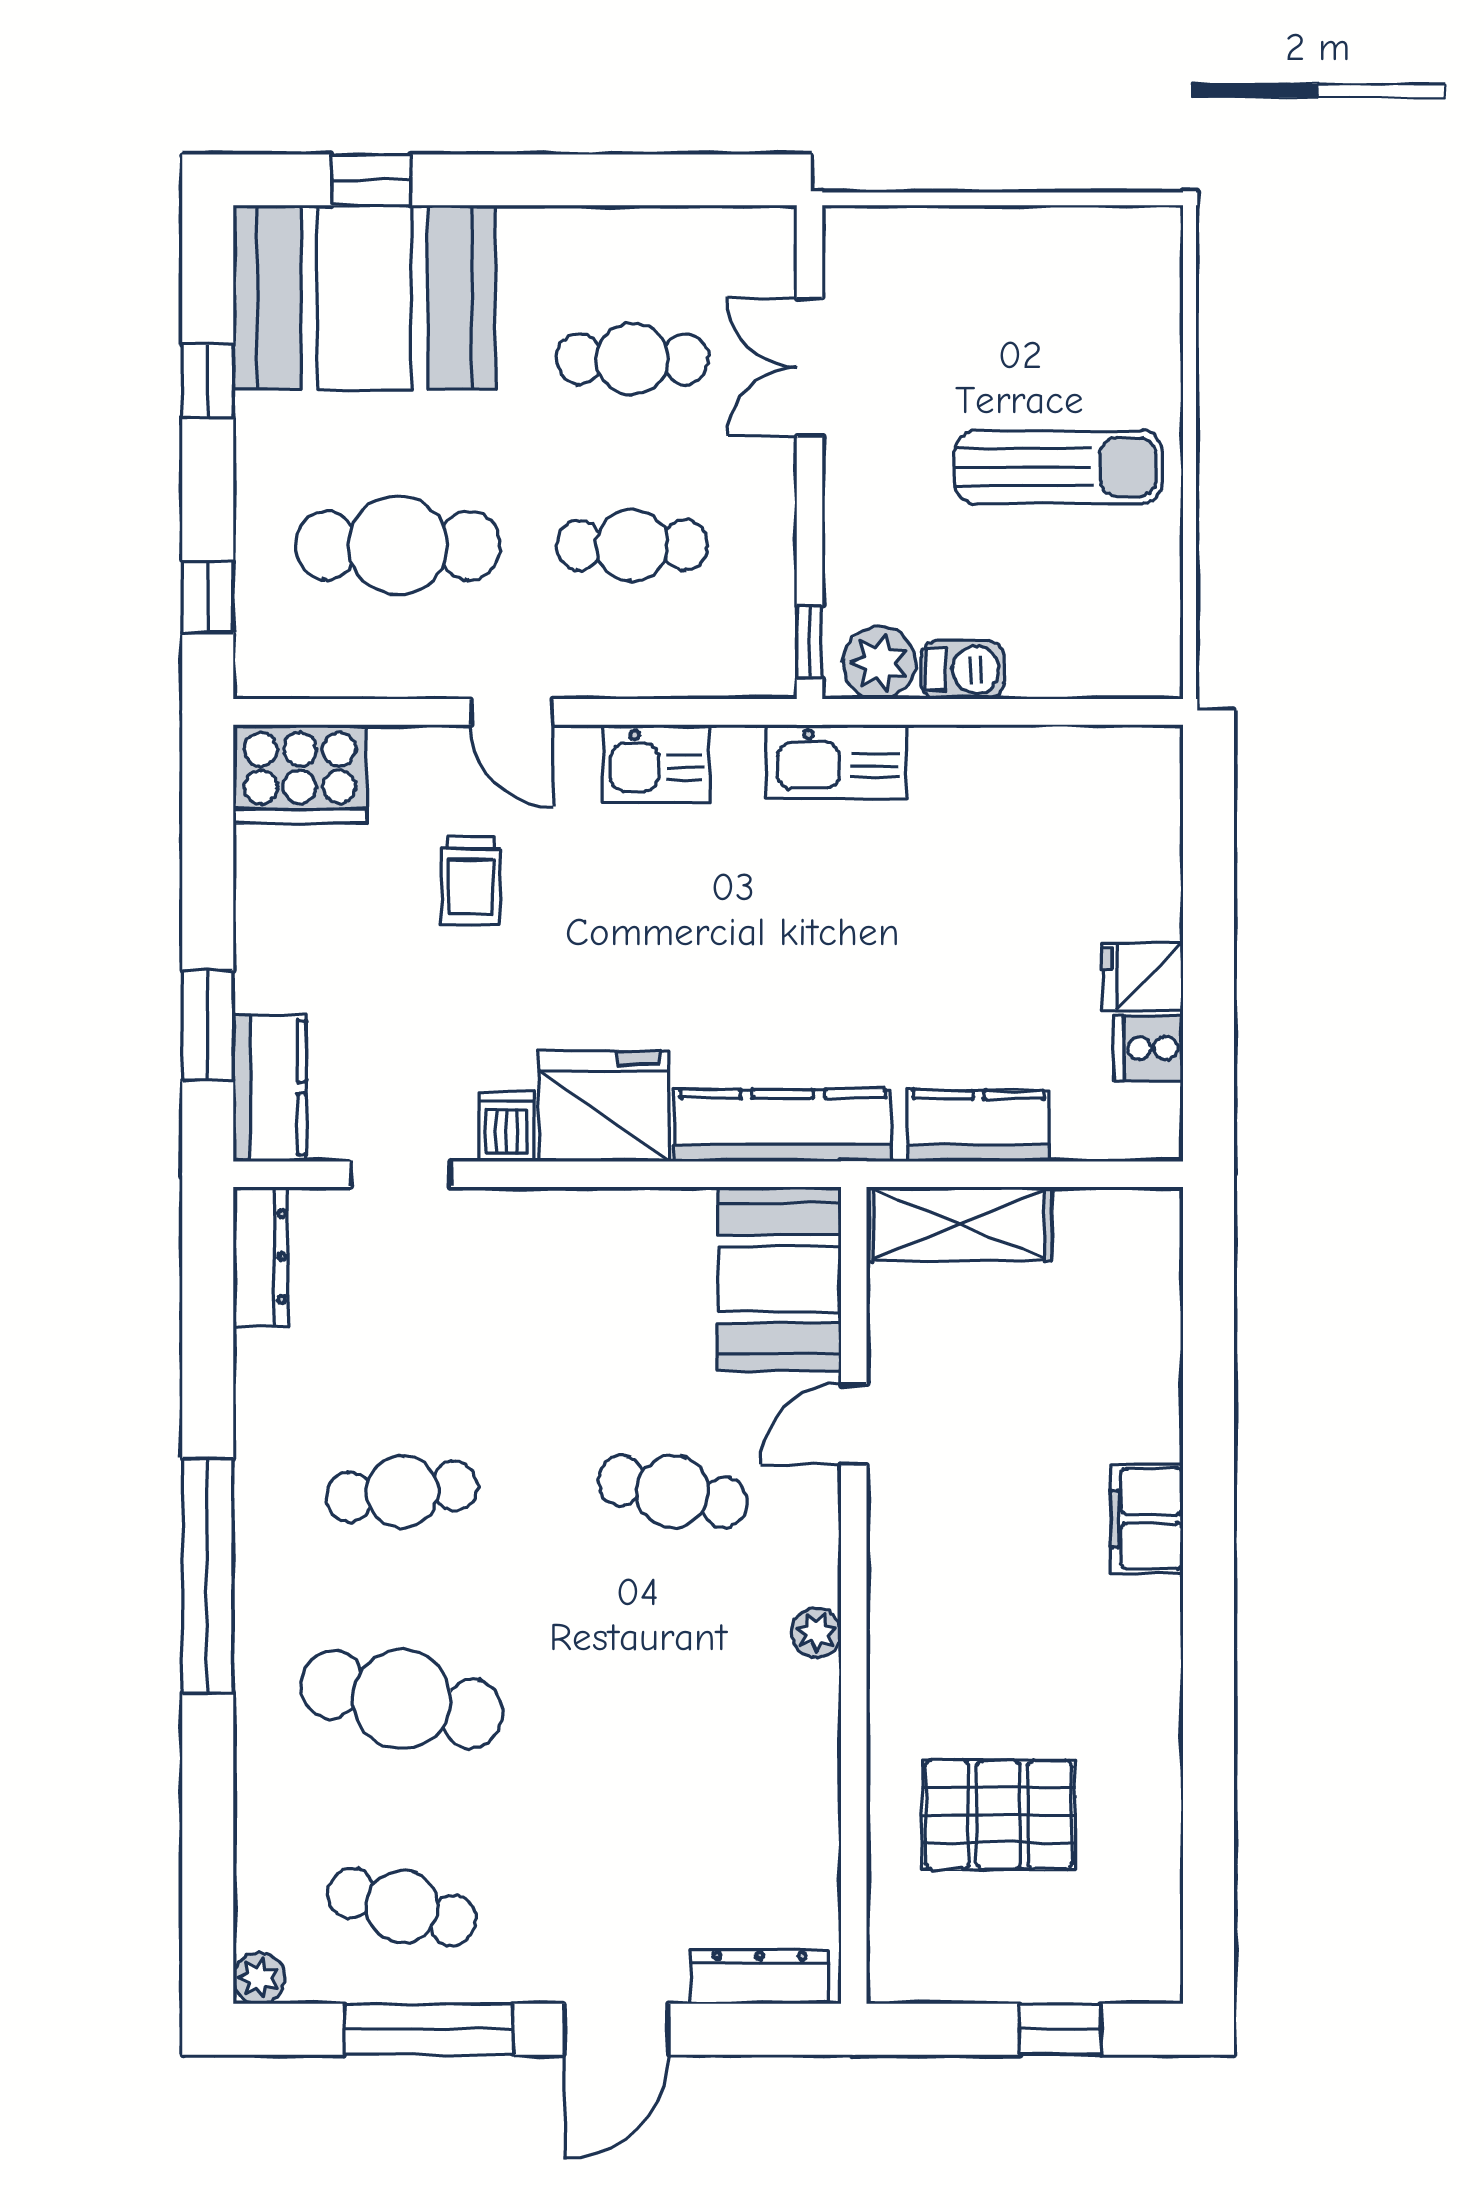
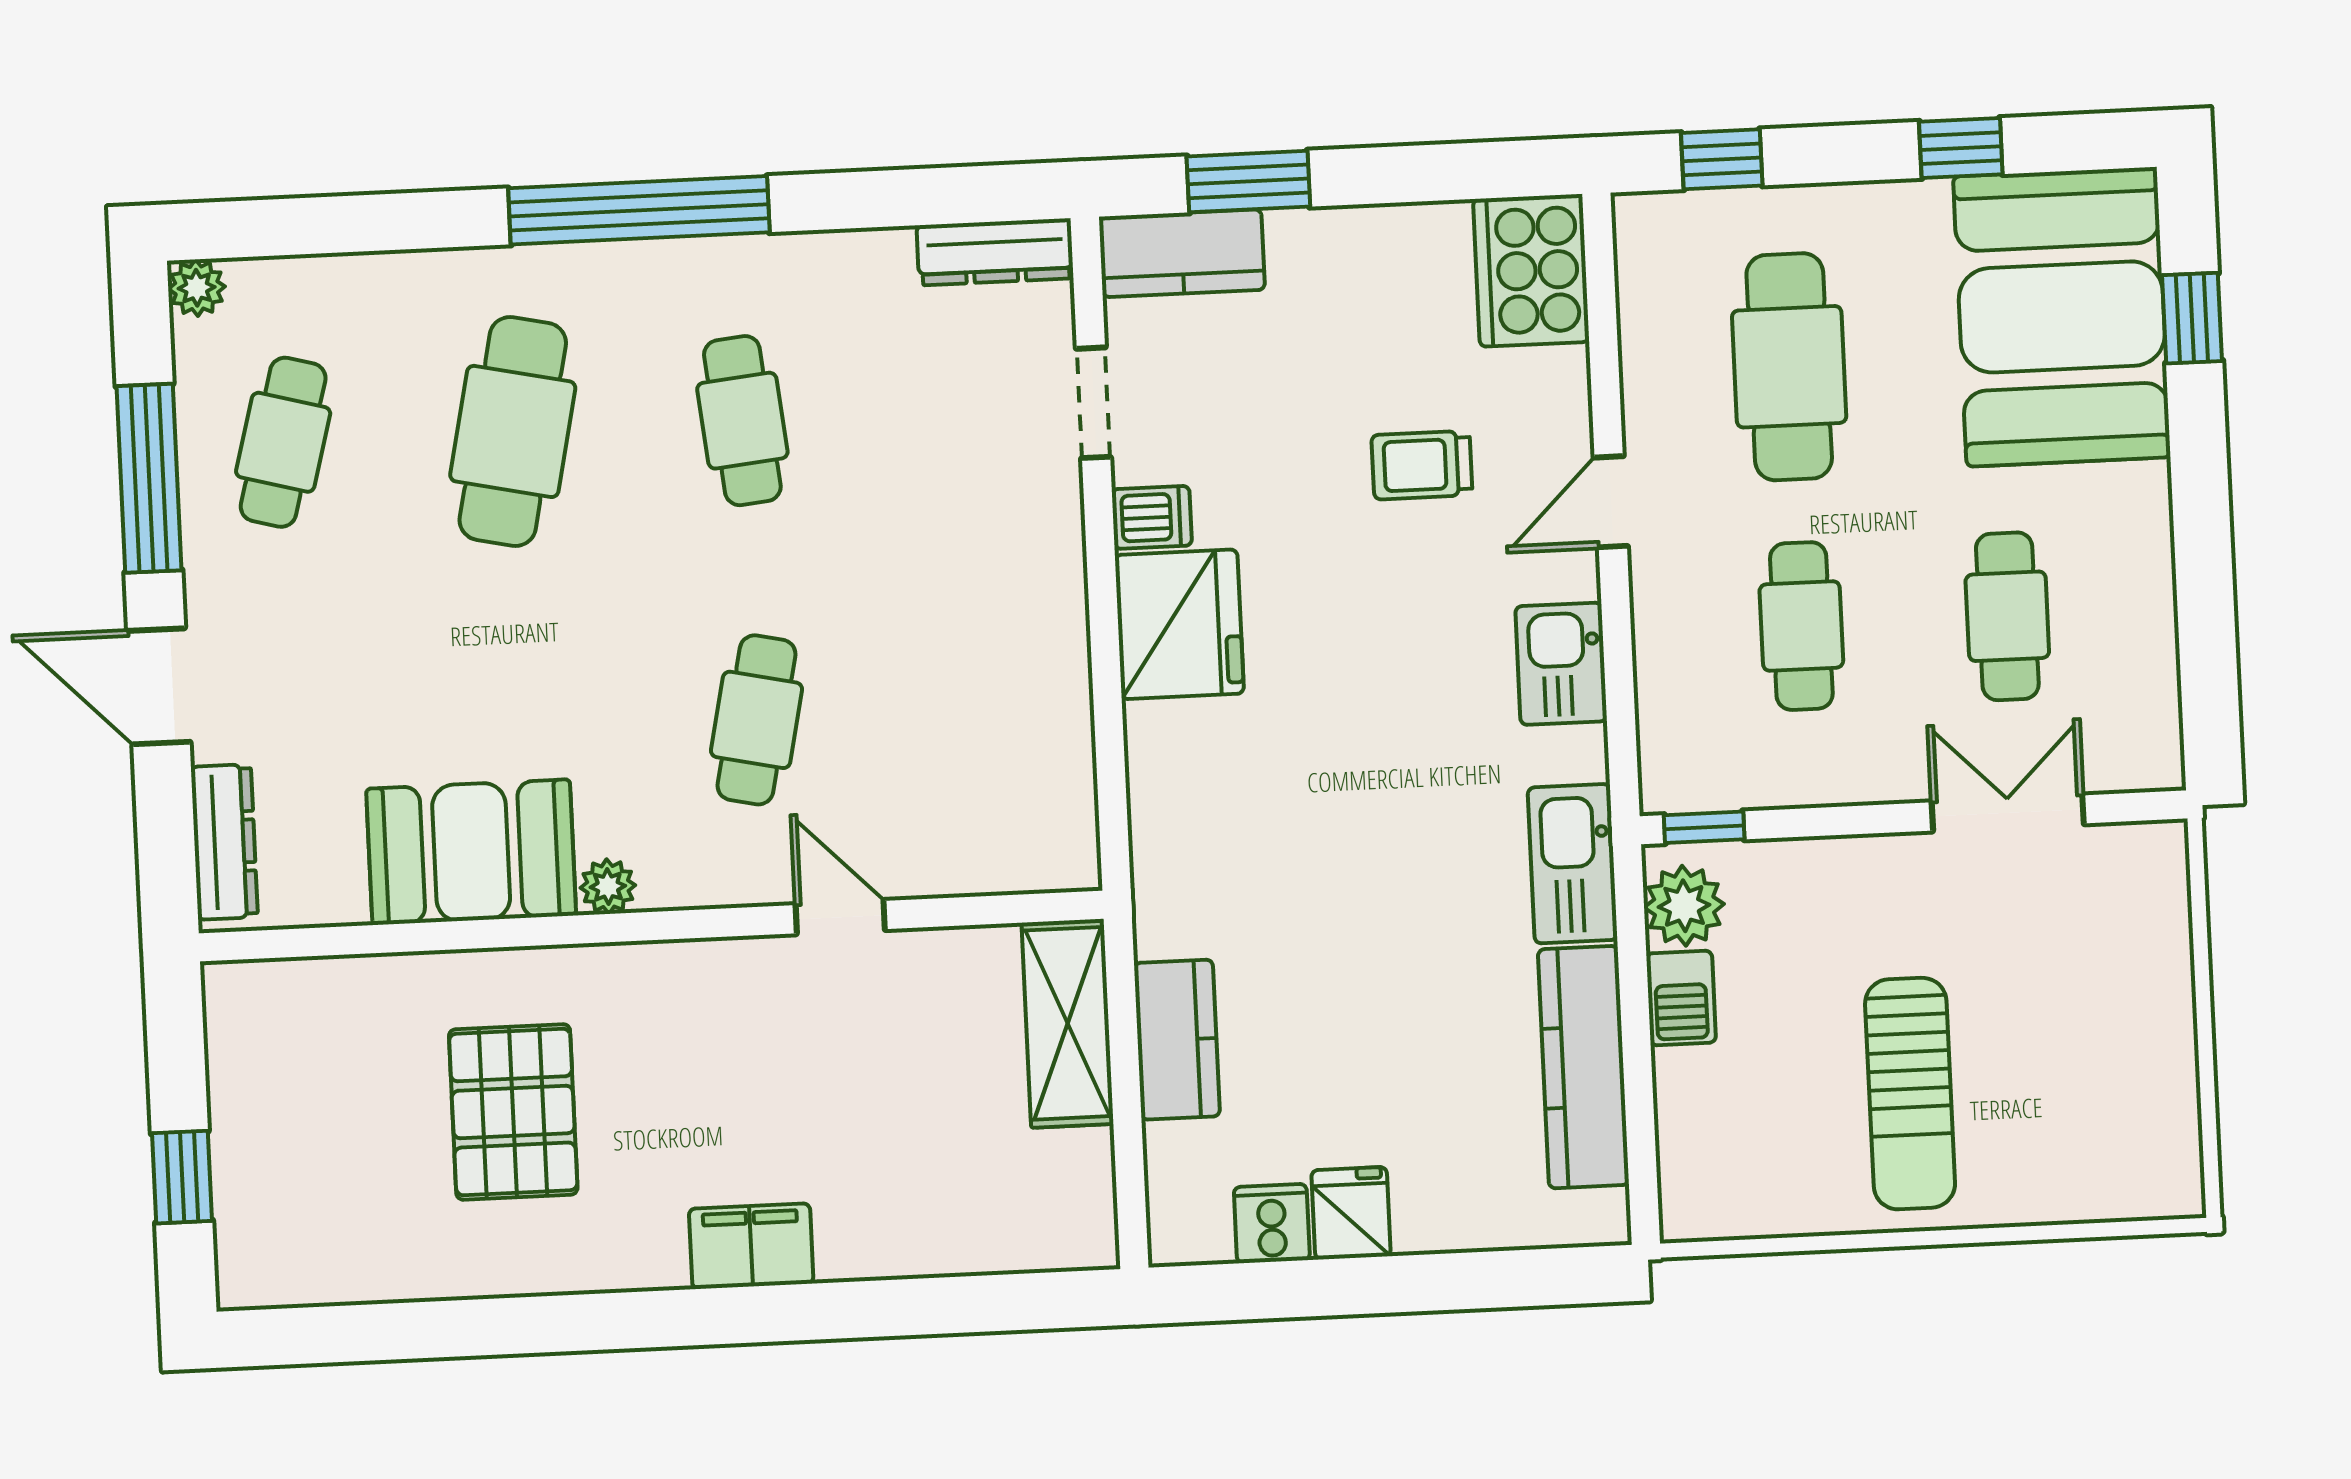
kitchen counter: (783, 1125) -> (1583, 1067), moved, turned 180
booth: (779, 1279) -> (471, 852), moved
pallet: (998, 1815) -> (513, 1112), moved

